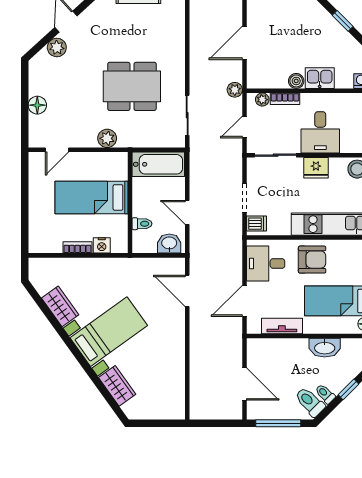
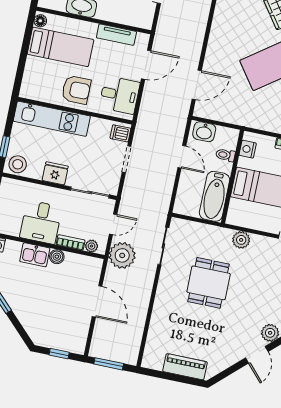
door: (244, 43) -> (97, 301), hinge flipped
dining table: (132, 86) -> (209, 283), width x0.73
plant: (235, 90) -> (122, 255), width x1.87, depth x1.87
desk: (320, 132) -> (41, 222), moved, turned 180
bathtub: (158, 164) -> (215, 196), moved, turned -90
nightstand: (102, 245) -> (248, 149), moved, turned -90
armchair: (312, 260) -> (76, 90), turned 180
door: (187, 291) -> (197, 85), hinge flipped

